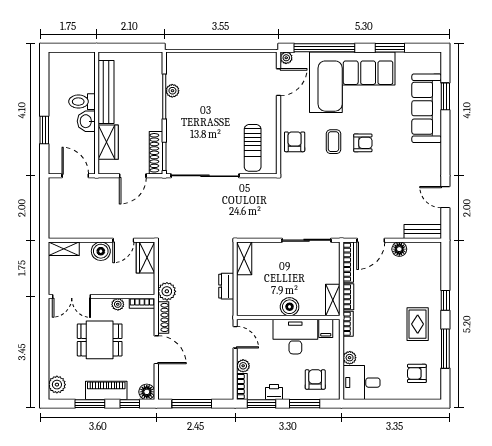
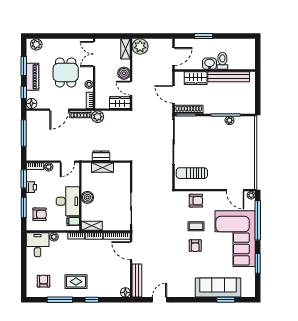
plant: (60, 227) -> (140, 47), added
bench: (423, 232) -> (137, 281), width x1.36
floor lamp: (399, 249) -> (125, 292), moved
shelving: (244, 258) -> (103, 168), moved

